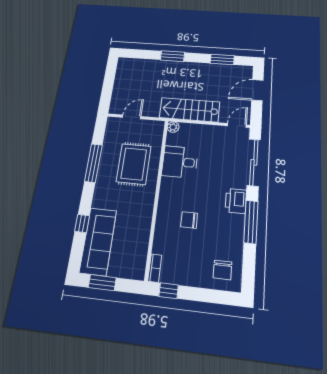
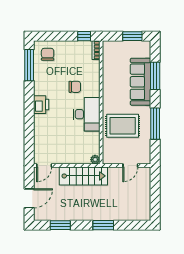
desk: (180, 162) -> (87, 114), moved, width x1.37
sliding door: (254, 162) -> (29, 136), removed
rug: (134, 164) -> (123, 126), turned 90
window: (251, 222) -> (29, 65), moved
window: (82, 224) -> (155, 76), width x2.17
sofa: (98, 241) -> (140, 82), moved

